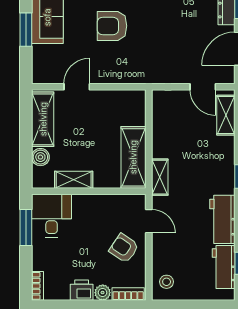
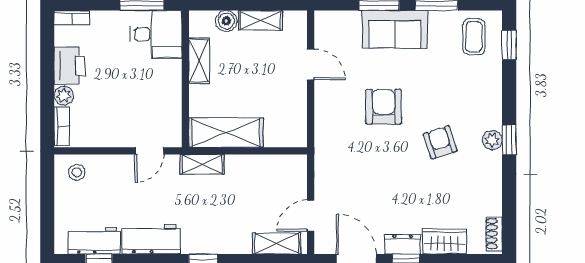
shelving: (43, 119) -> (261, 20), width x0.67, depth x0.75
armchair: (124, 248) -> (117, 121), removed
printer: (82, 290) -> (70, 65), width x1.36, depth x1.24

